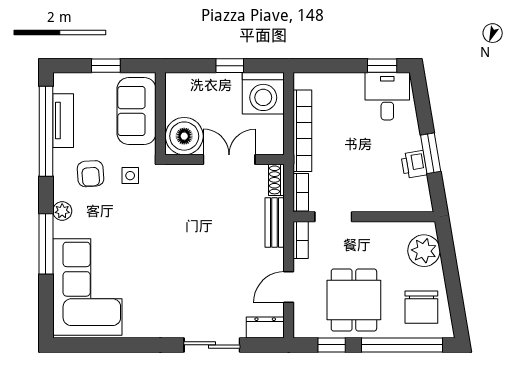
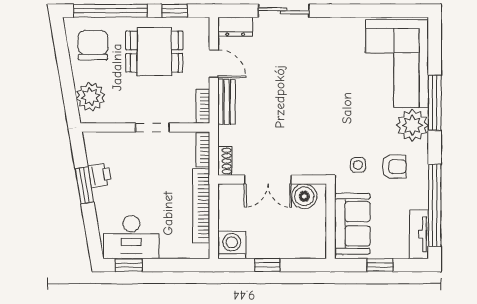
washing machine: (263, 93) -> (232, 245), width x0.73, depth x0.73
desk: (387, 96) -> (131, 237), width x1.37
tv unit: (63, 121) -> (419, 234), moved
boiler: (184, 136) -> (304, 196), width x0.73, depth x0.73
armchair: (91, 174) -> (394, 167), turned 94
plant: (62, 211) -> (412, 125), width x1.88, depth x1.88
doorway: (333, 217) -> (152, 127), moved
bench: (275, 222) -> (227, 102), moved
door: (289, 287) -> (214, 64), hinge flipped
dining table: (354, 300) -> (154, 52), turned 90

